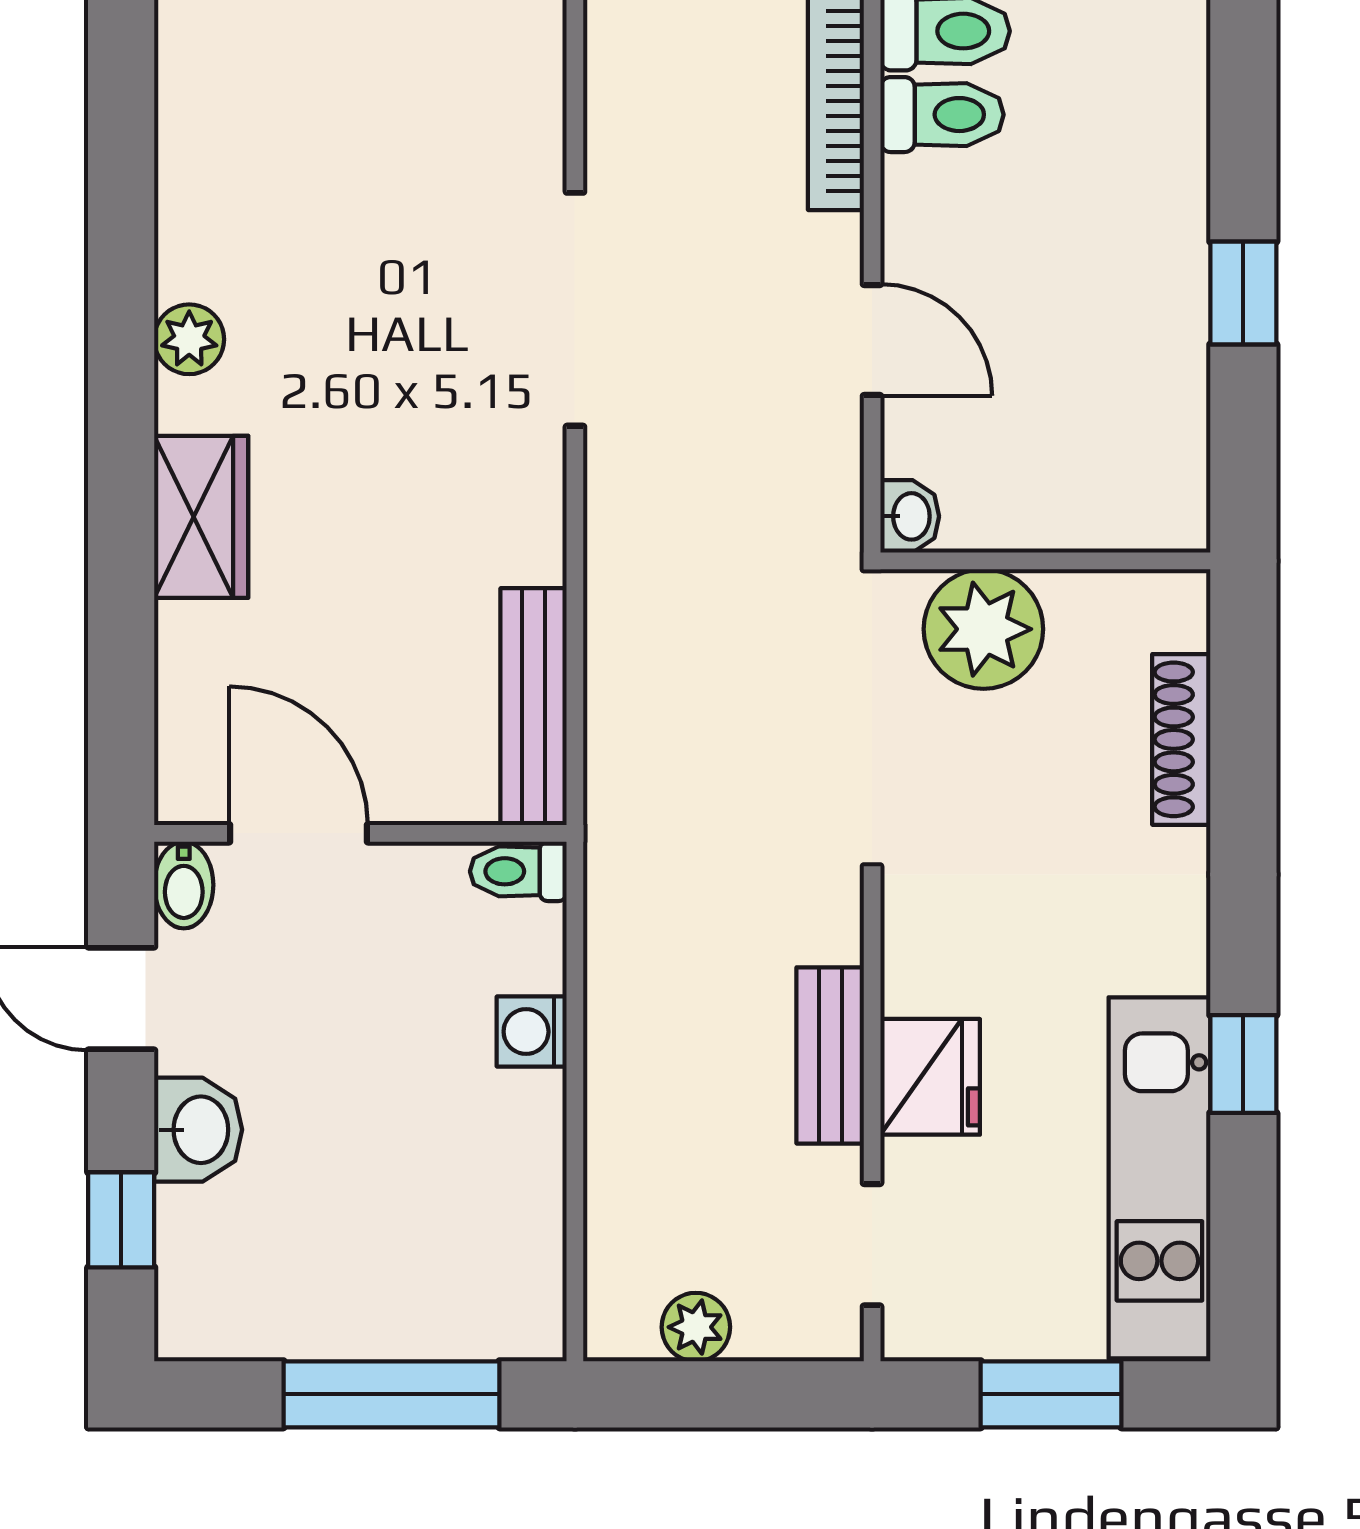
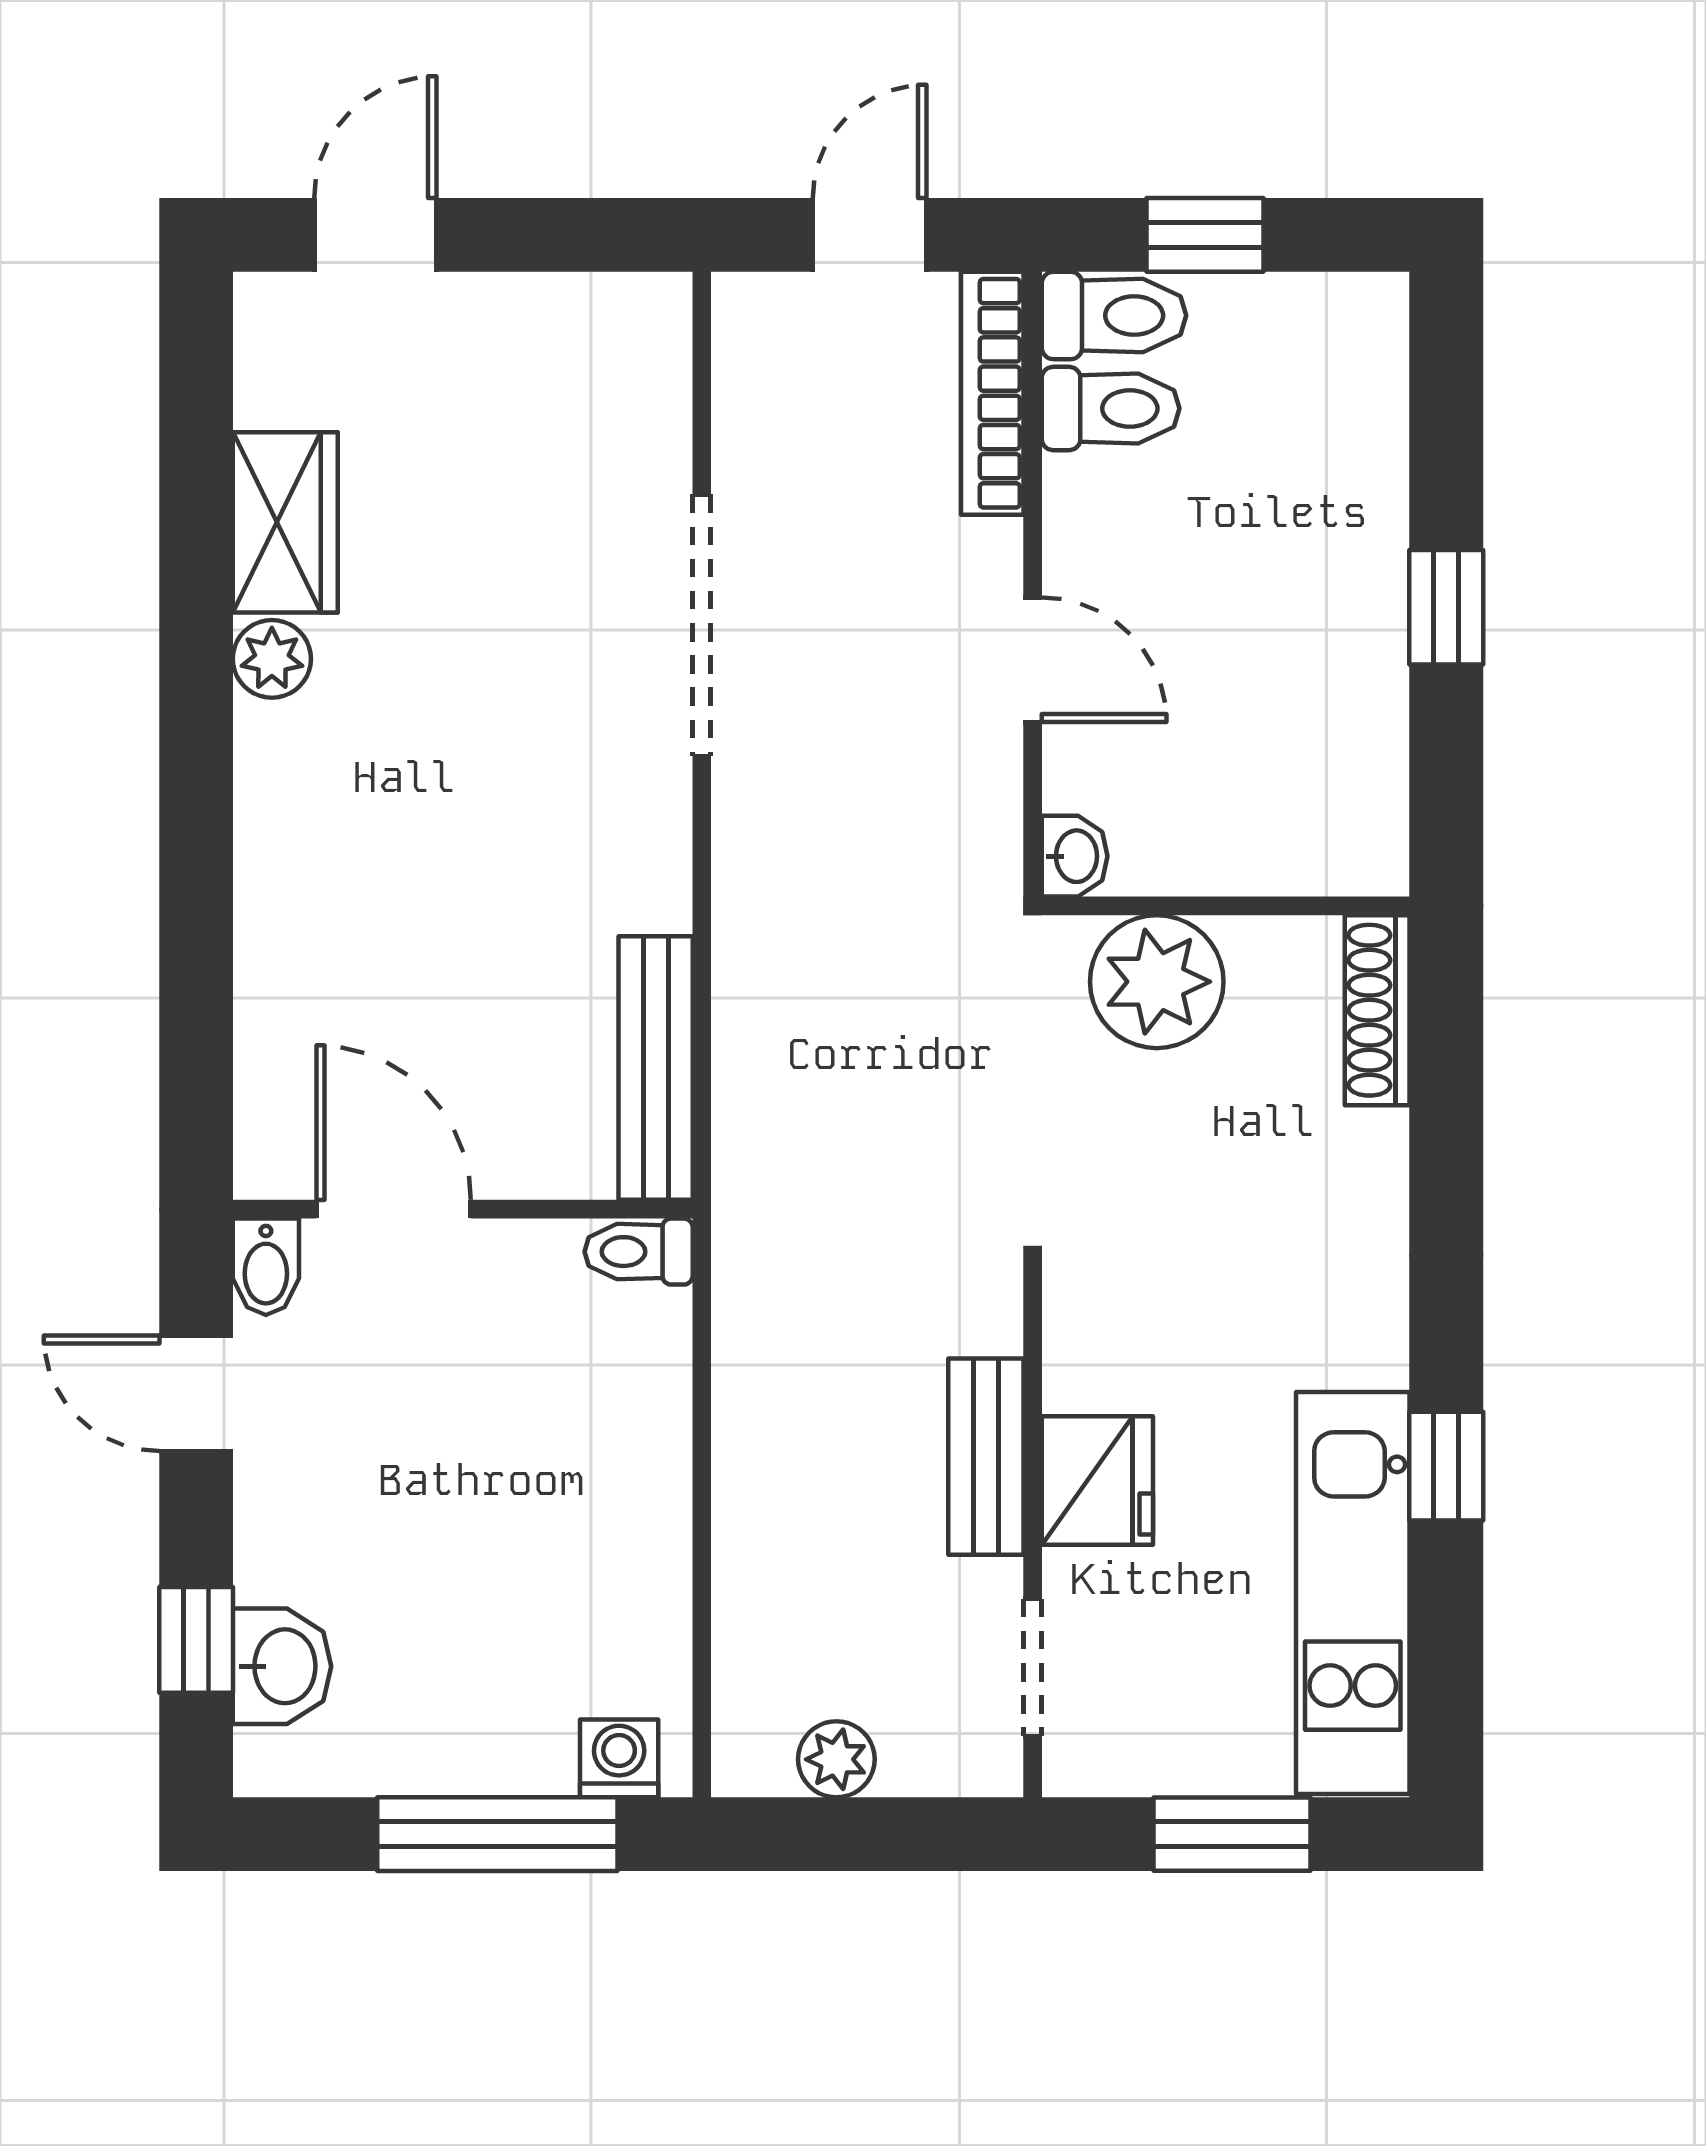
wardrobe: (201, 517) -> (285, 522), moved
shoe rack: (1181, 739) -> (1377, 1010), moved
washing machine: (532, 1032) -> (619, 1758), moved, turned 90
washbasin: (198, 1130) -> (282, 1666), moved

